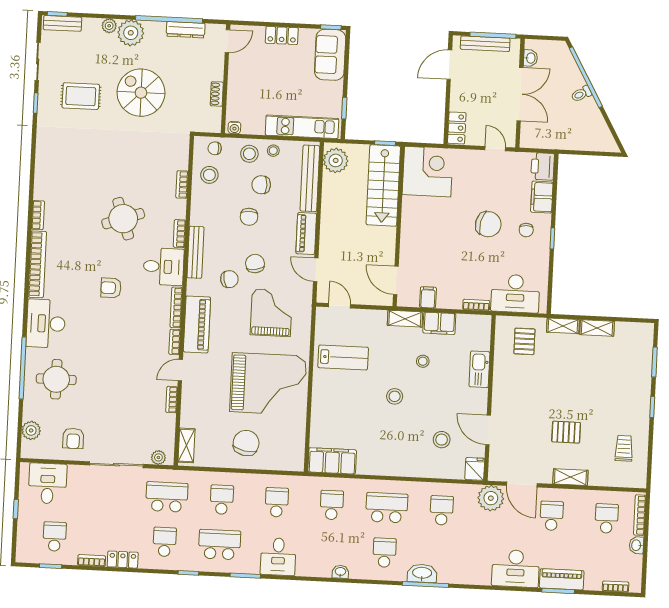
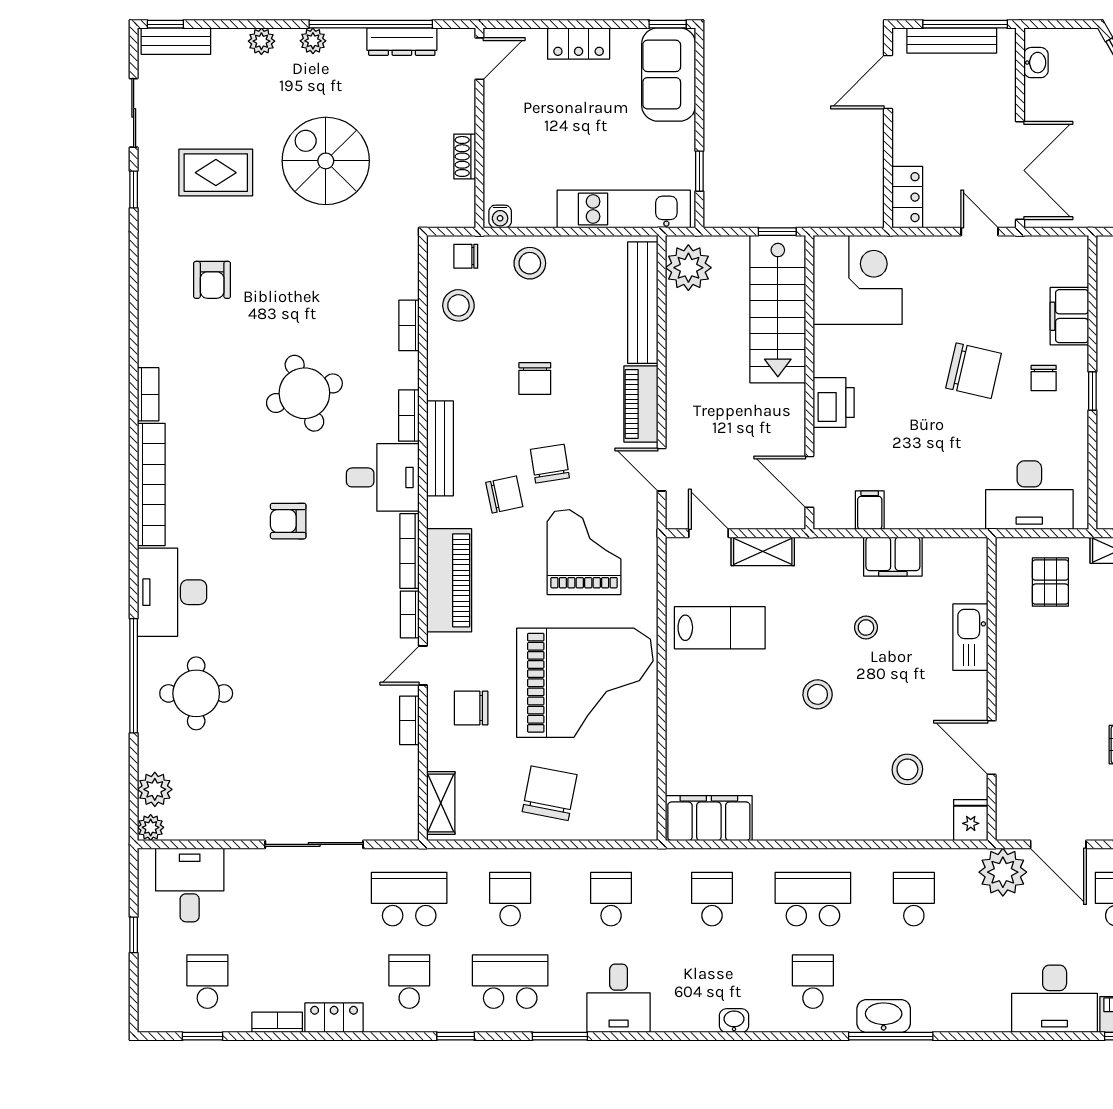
plant: (131, 33) -> (313, 41), width x0.53, depth x0.53
double door: (520, 94) -> (1020, 170), moved
stool: (273, 151) -> (573, 255), removed
printer: (543, 166) -> (834, 403), moved, turned 180
chair: (261, 185) -> (471, 708), moved
bookcase: (476, 305) -> (959, 520), removed
shelving: (405, 319) -> (763, 551), moved
armchair: (73, 438) -> (212, 280), moved
plant: (158, 457) -> (151, 827), moved

